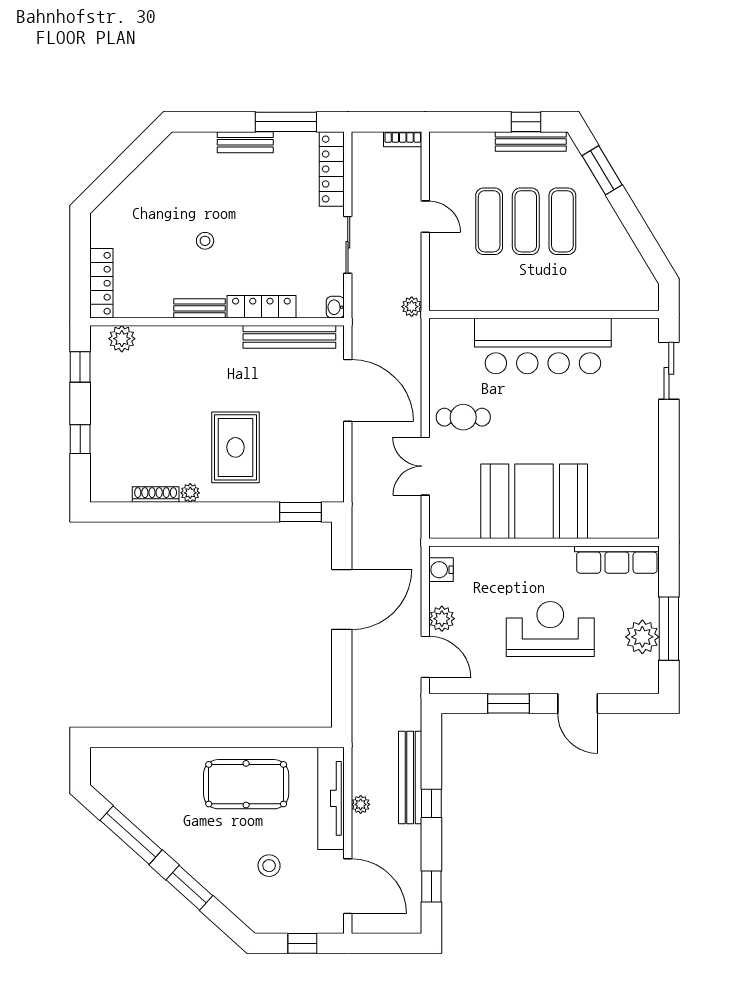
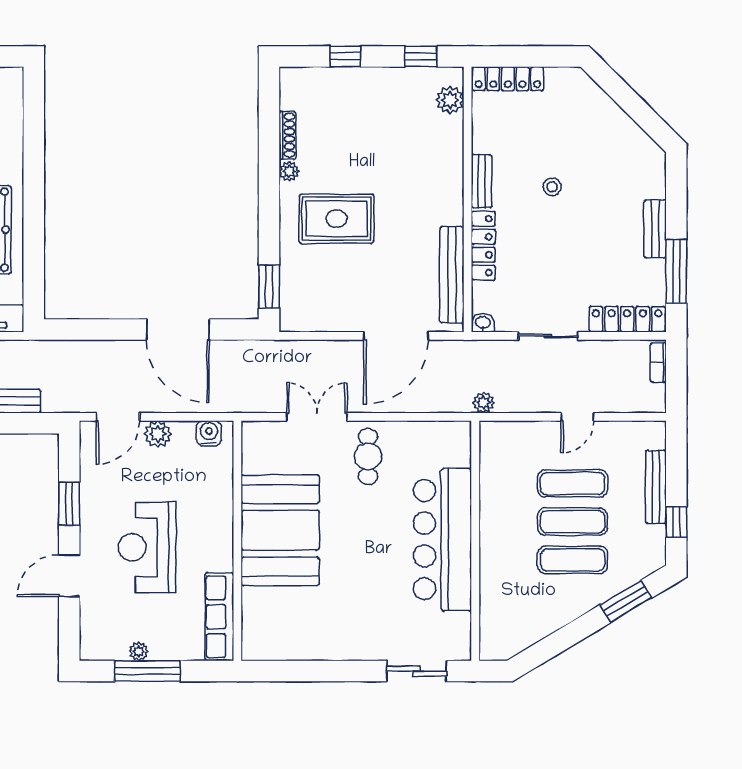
bookcase: (403, 139) -> (658, 362), moved
bench: (531, 141) -> (656, 487), moved
reception desk: (550, 629) -> (147, 547), turned 180
plant: (642, 637) -> (139, 652), width x0.53, depth x0.53

